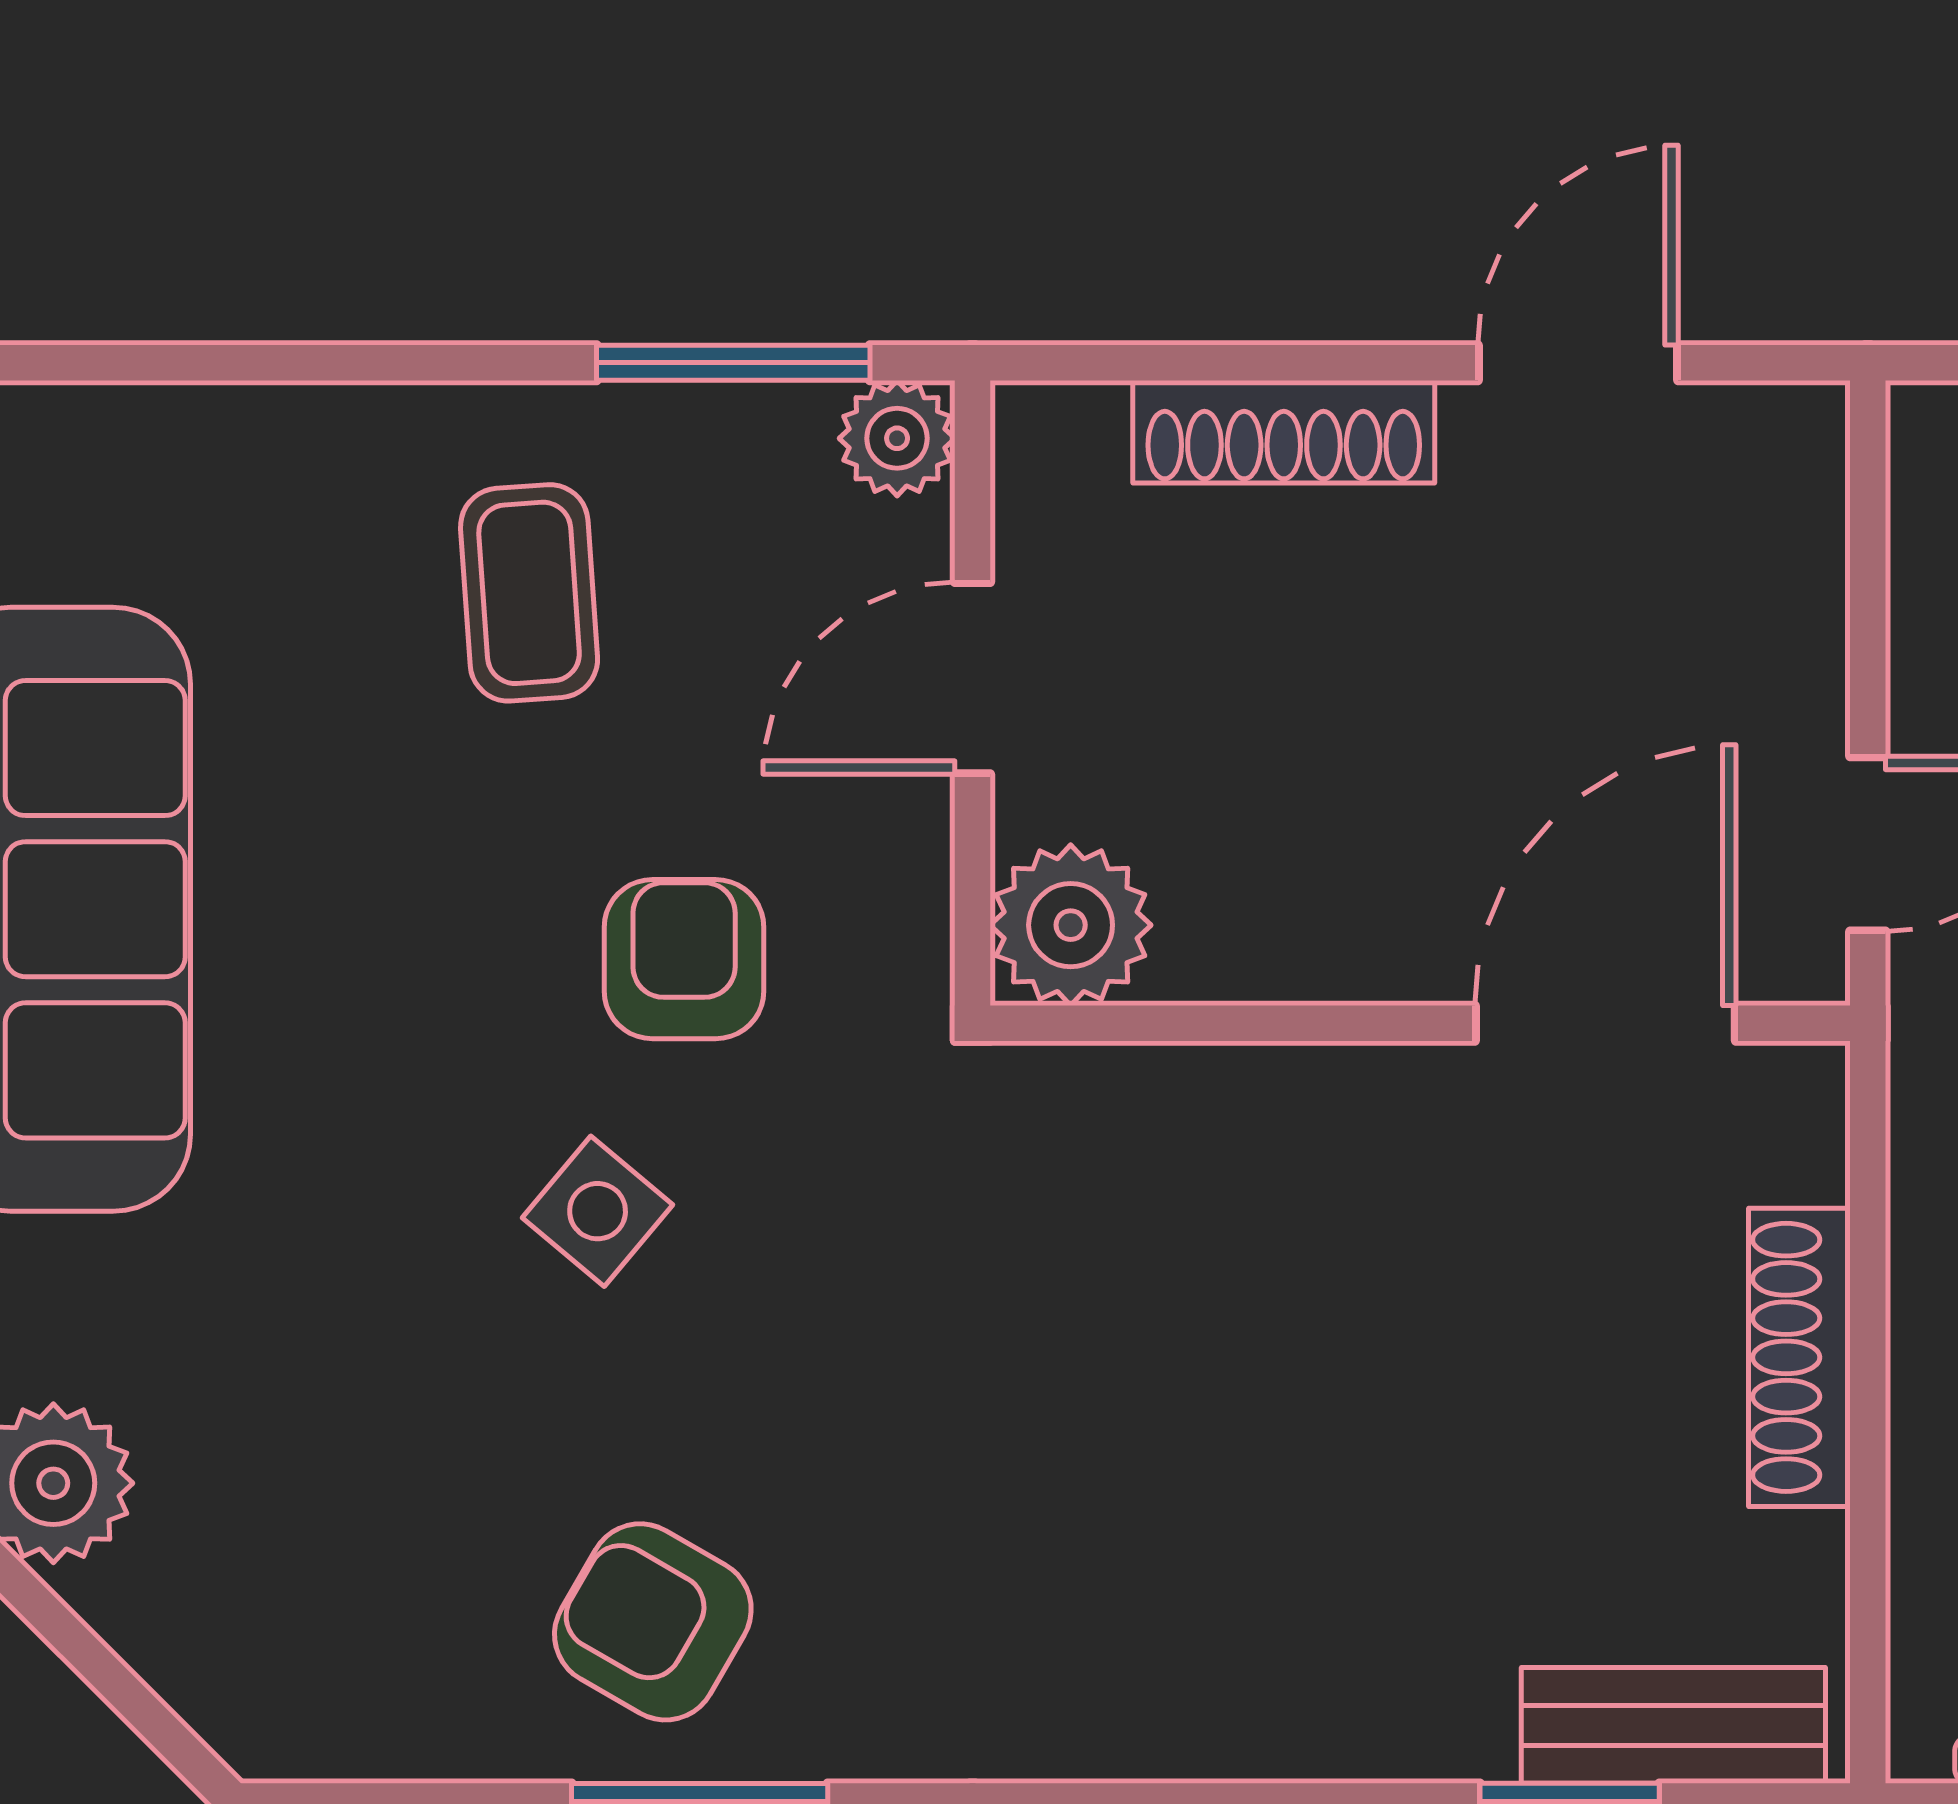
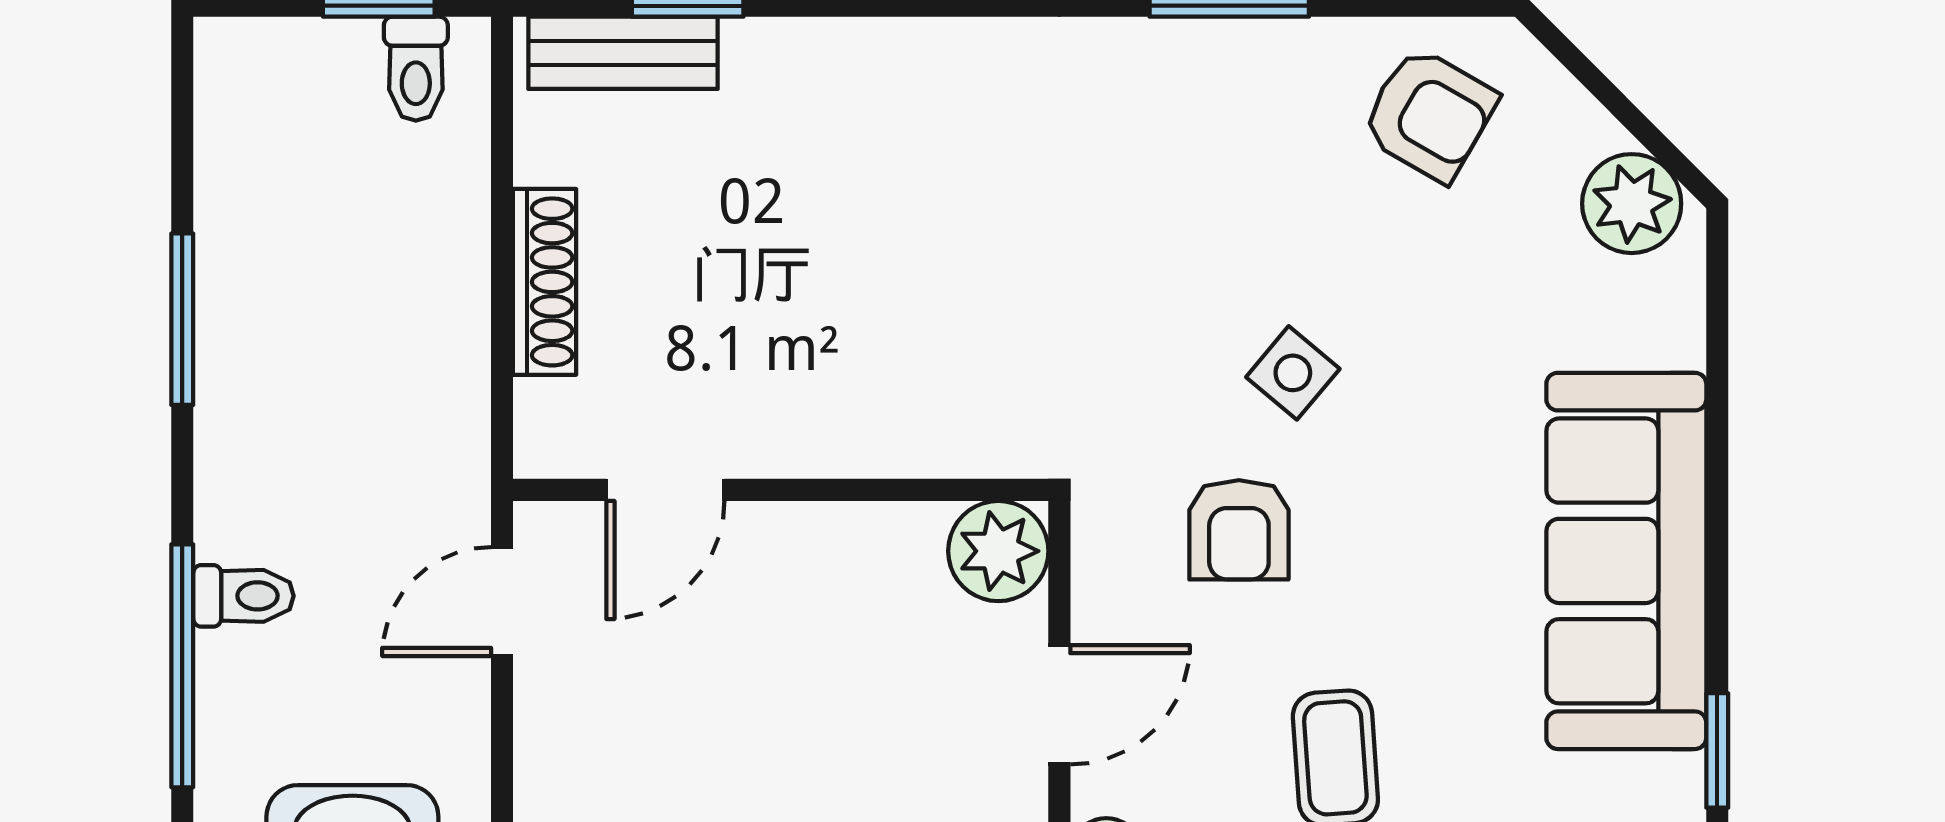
door: (1605, 1023) -> (665, 490), width x0.73
armchair: (653, 1622) -> (1429, 114), moved

